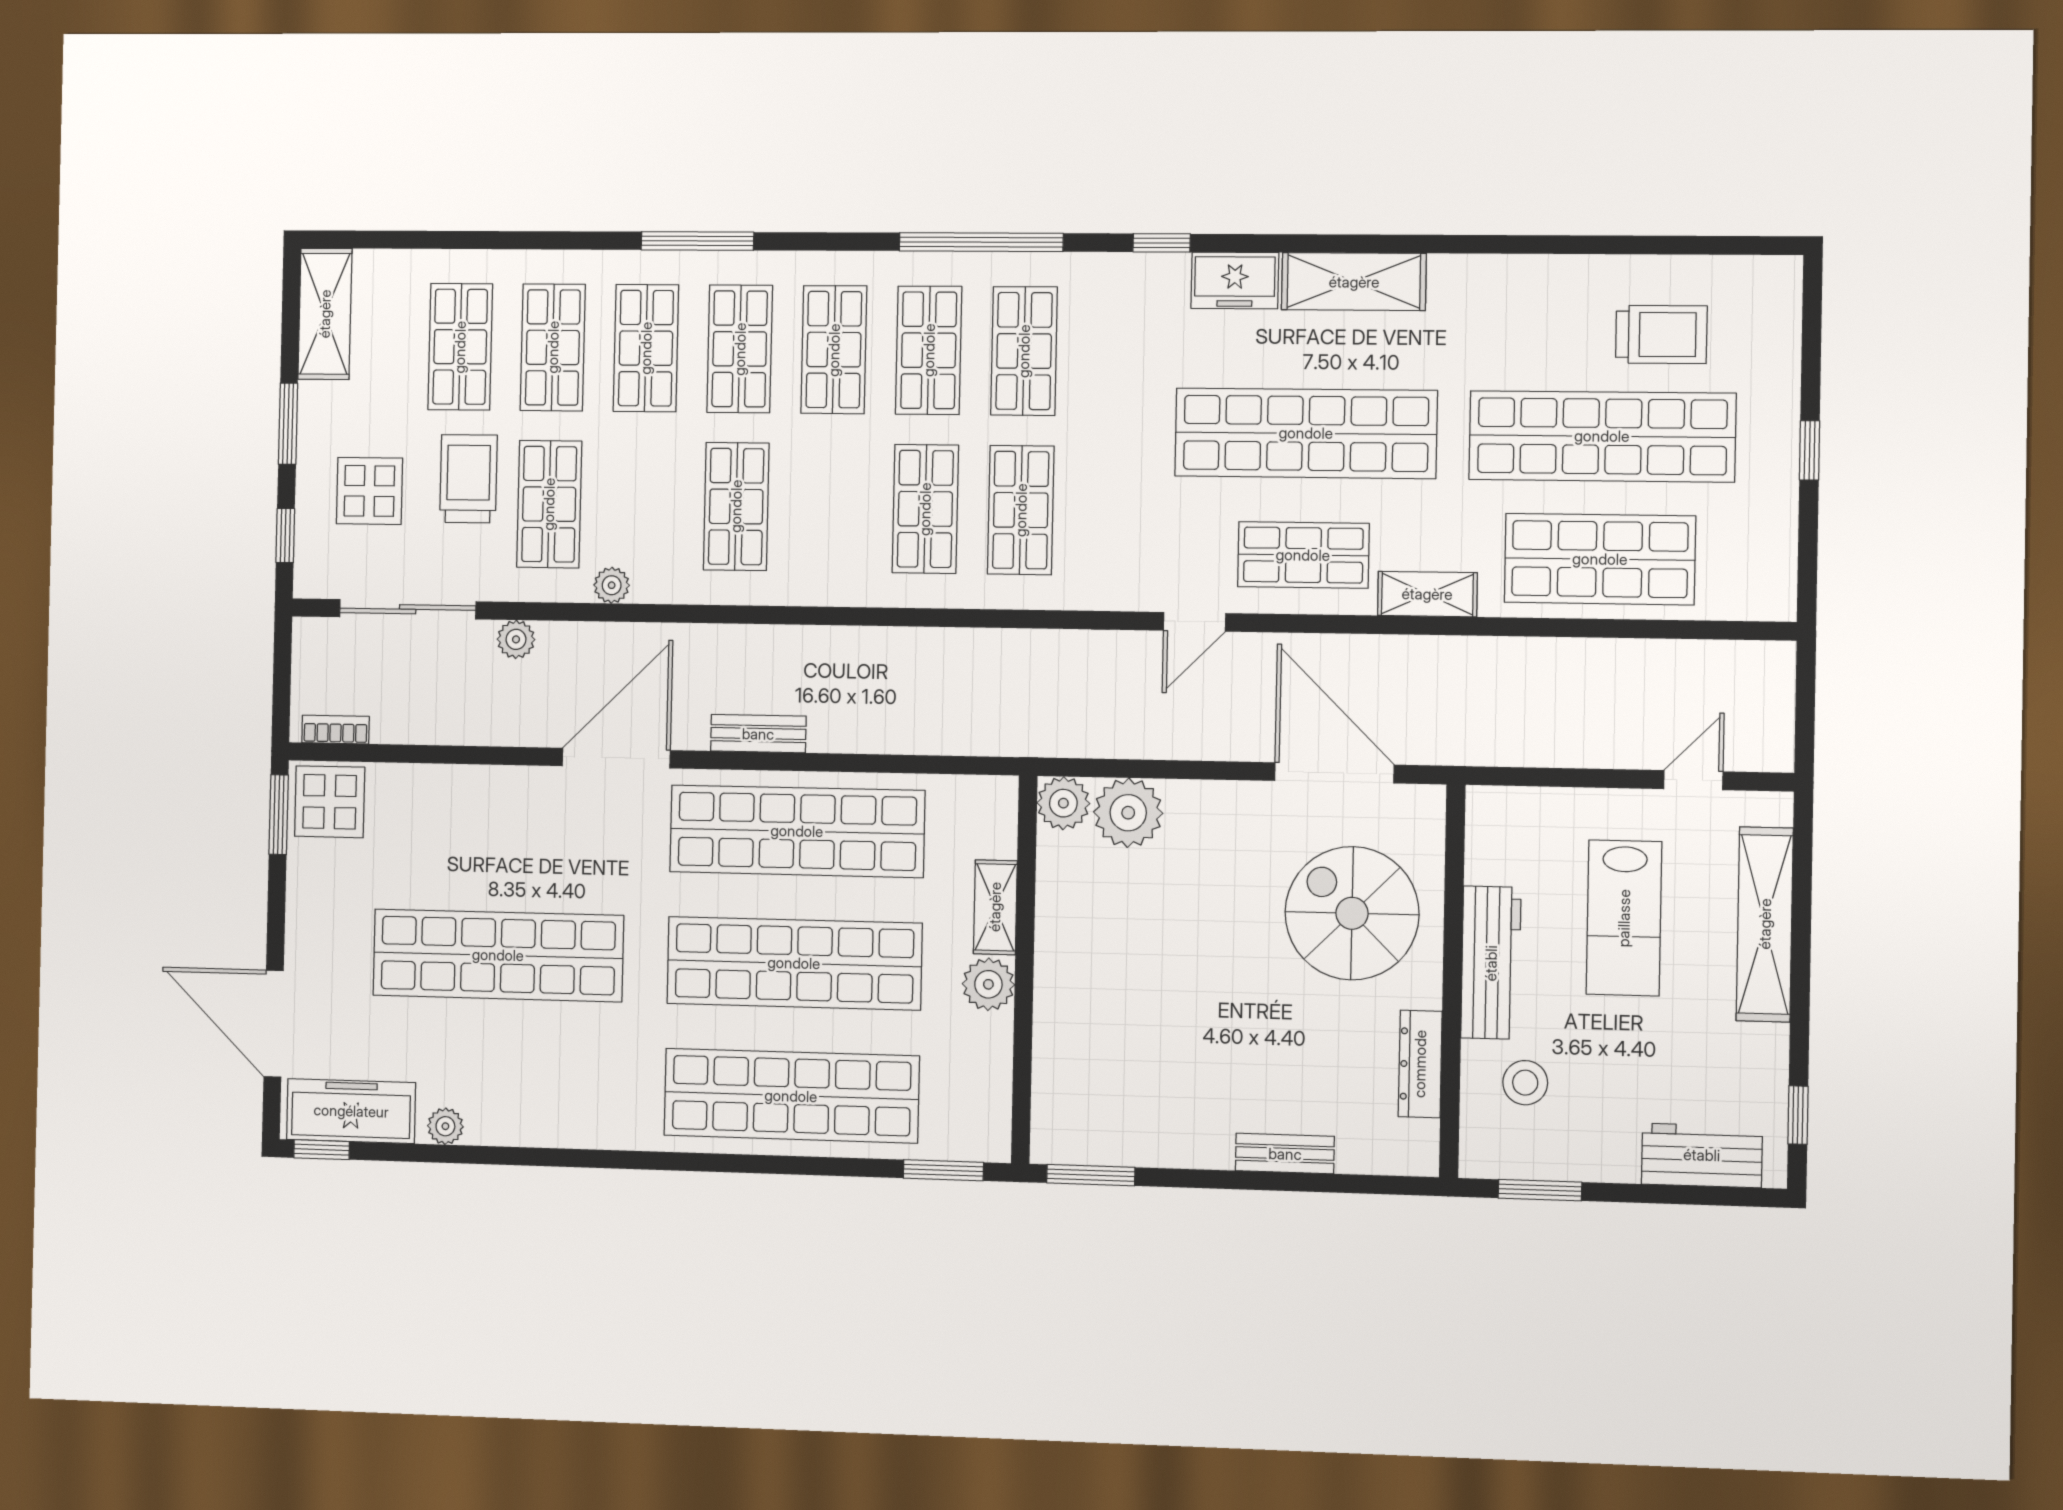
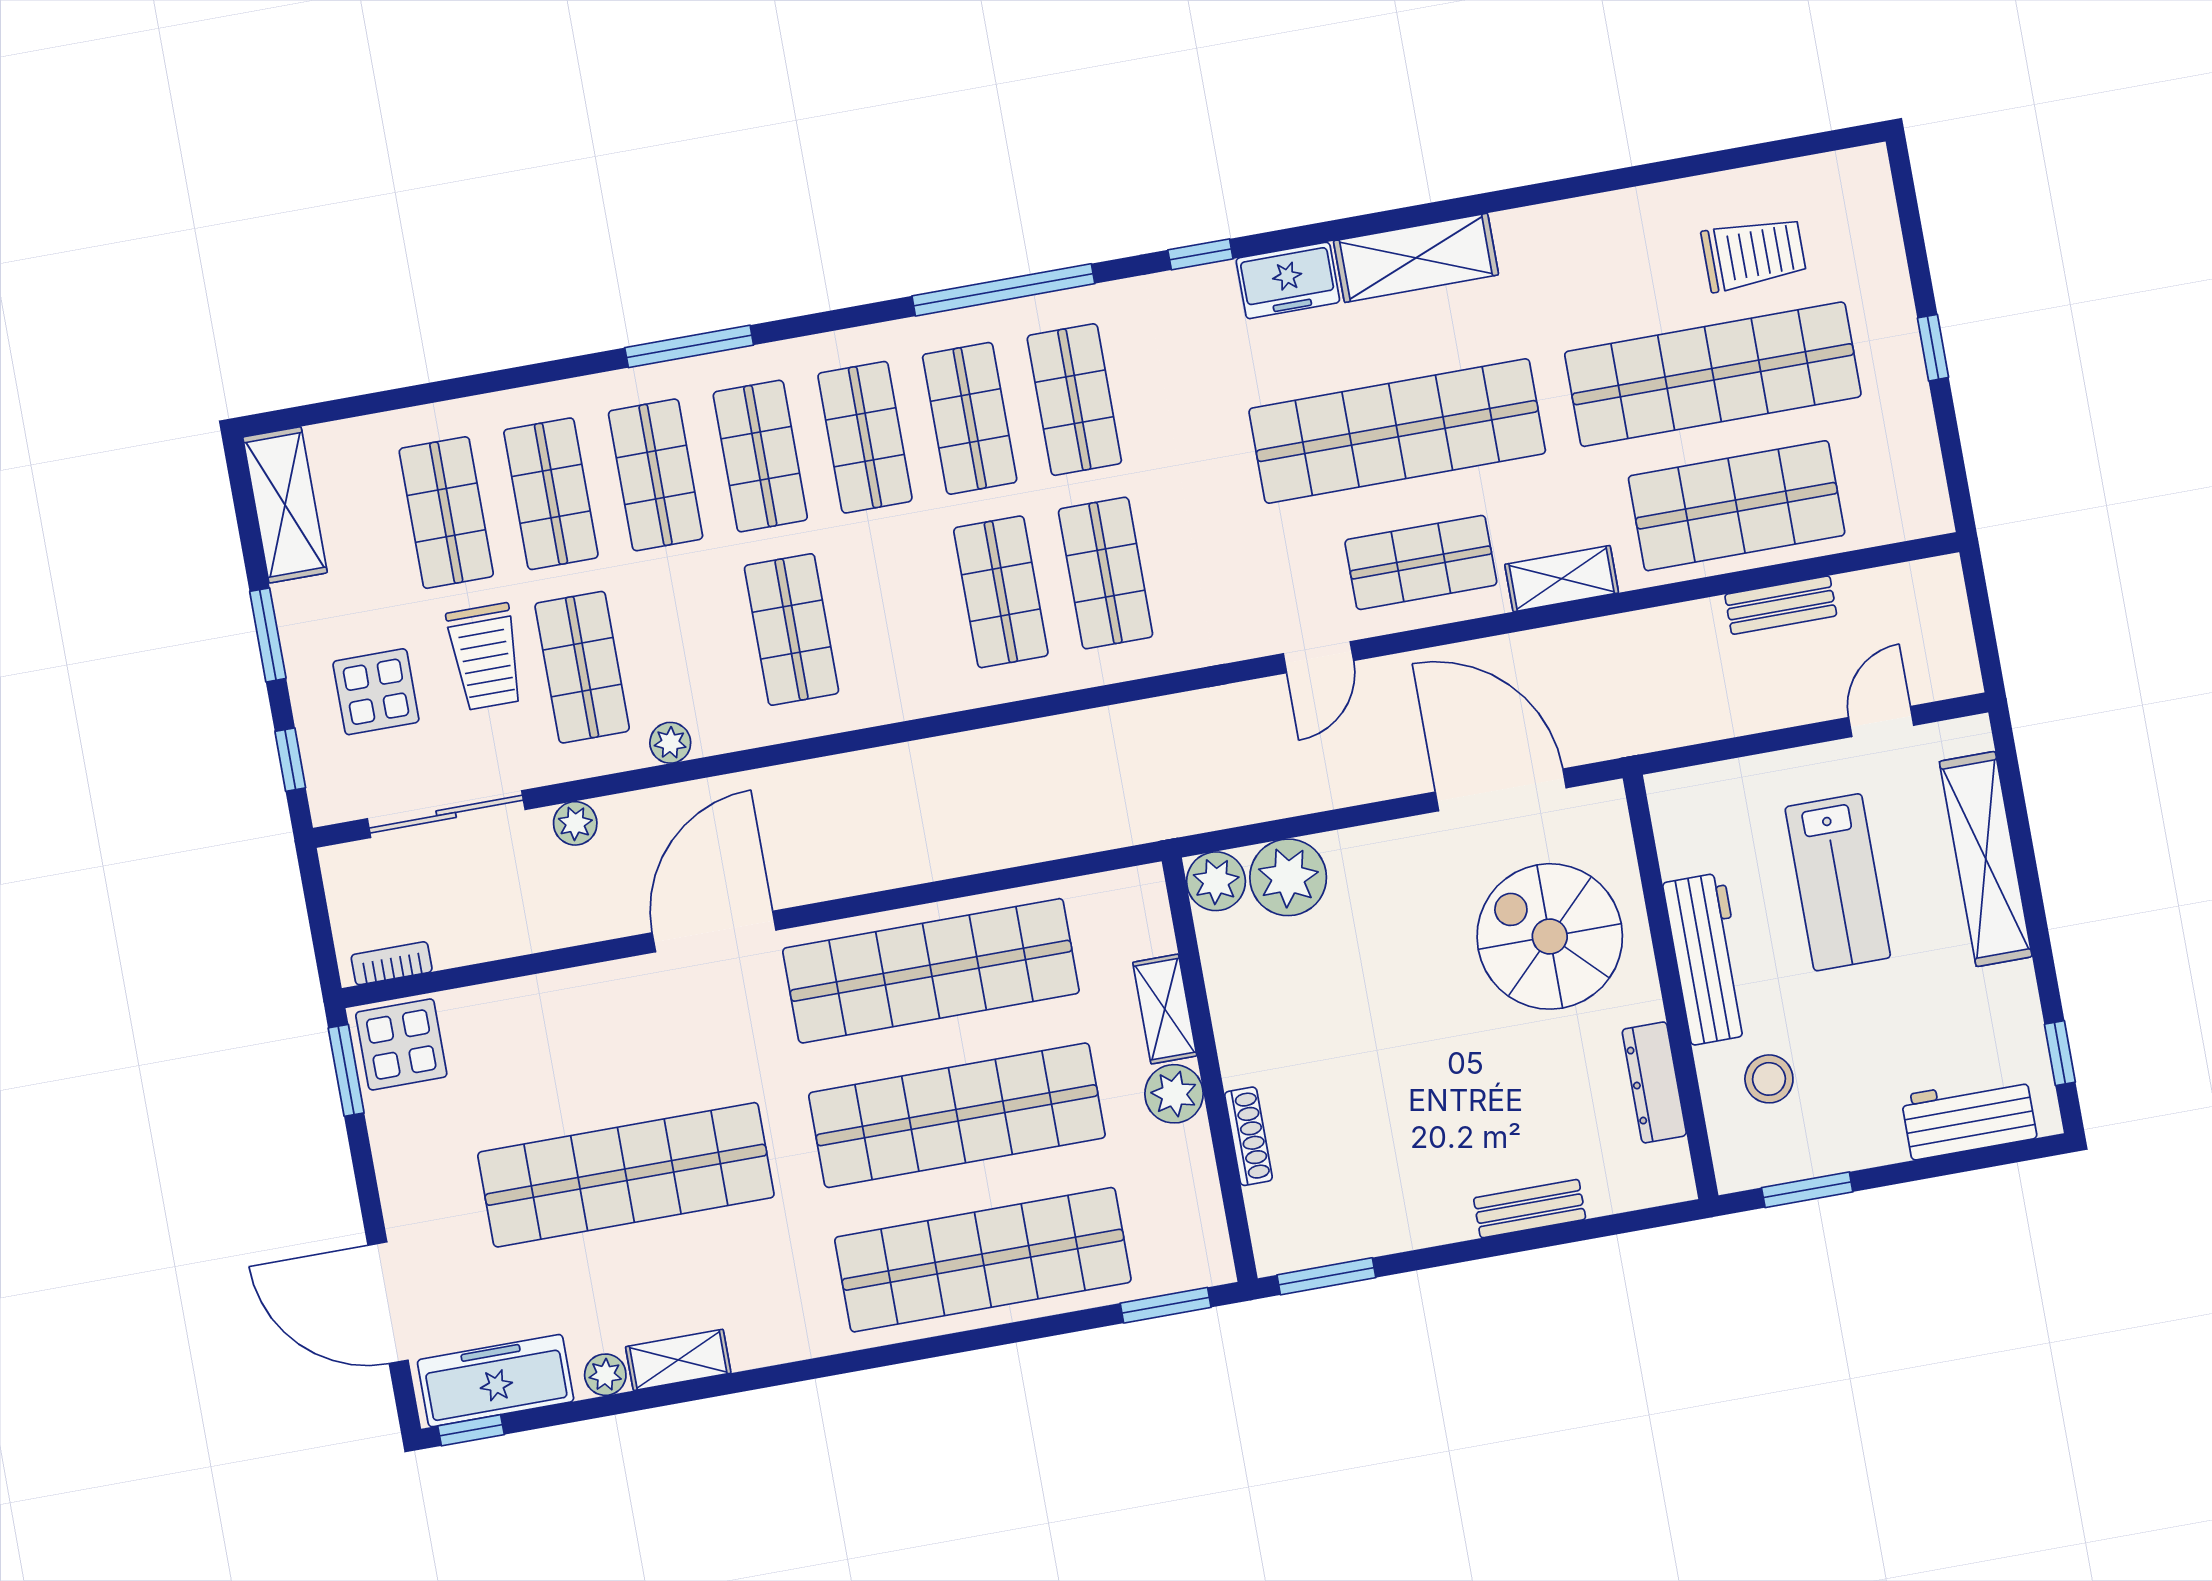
trolley: (468, 479) -> (485, 657), turned 180
bench: (758, 734) -> (1781, 605), moved
shoe rack: (1047, 1036) -> (1248, 1136), added
shelving: (510, 1127) -> (678, 1360), added

